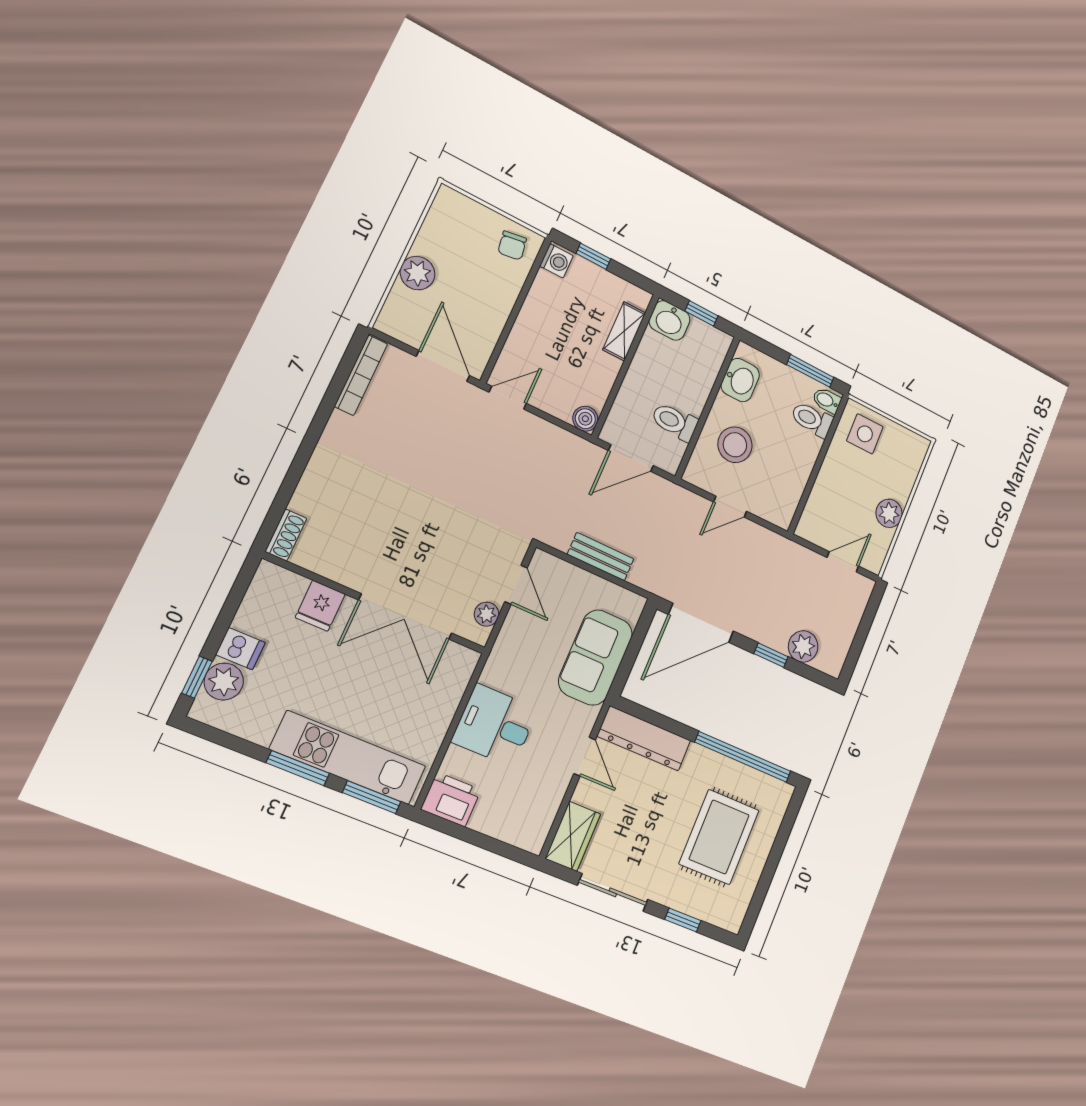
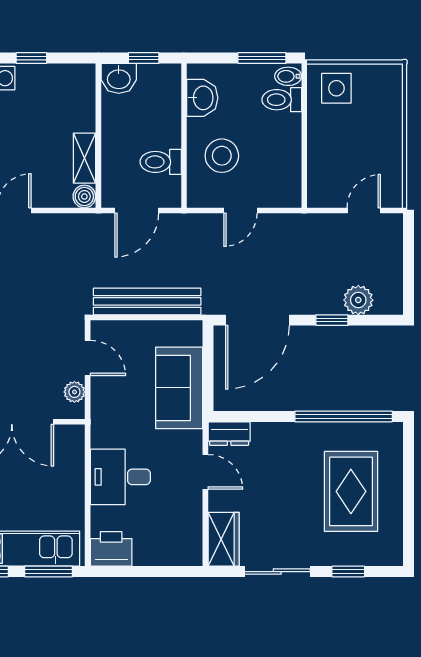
shelving: (624, 331) -> (84, 158), moved
plant: (889, 513) -> (390, 148), removed
bench: (601, 557) -> (147, 301), width x1.86, depth x1.21
dresser: (644, 738) -> (229, 434), width x0.51, depth x0.80

